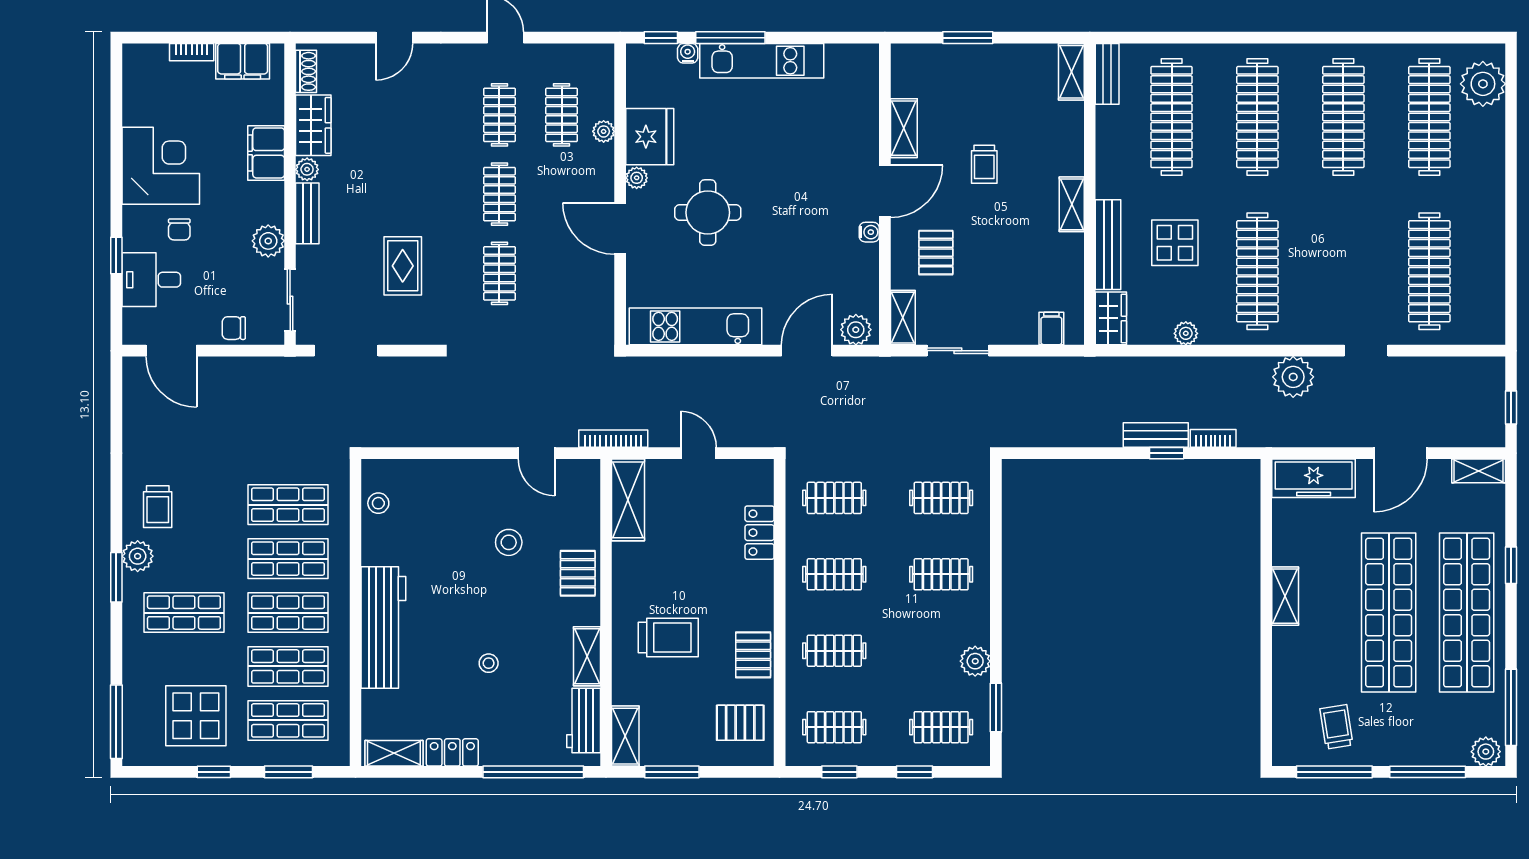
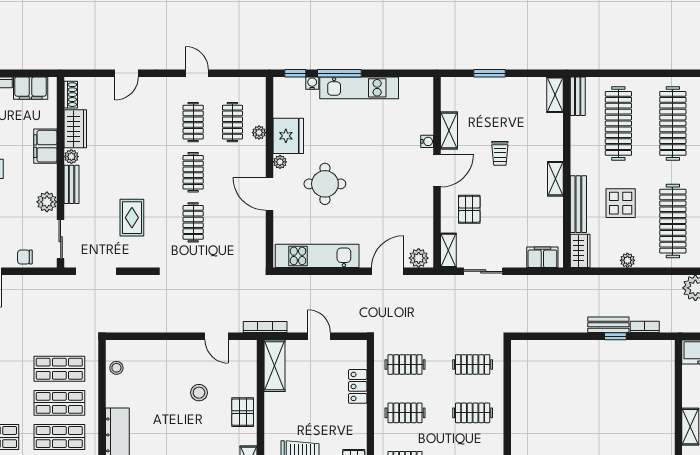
water cooler: (869, 232) -> (427, 141), moved
filing cabinet: (1051, 329) -> (542, 257), width x2.00

